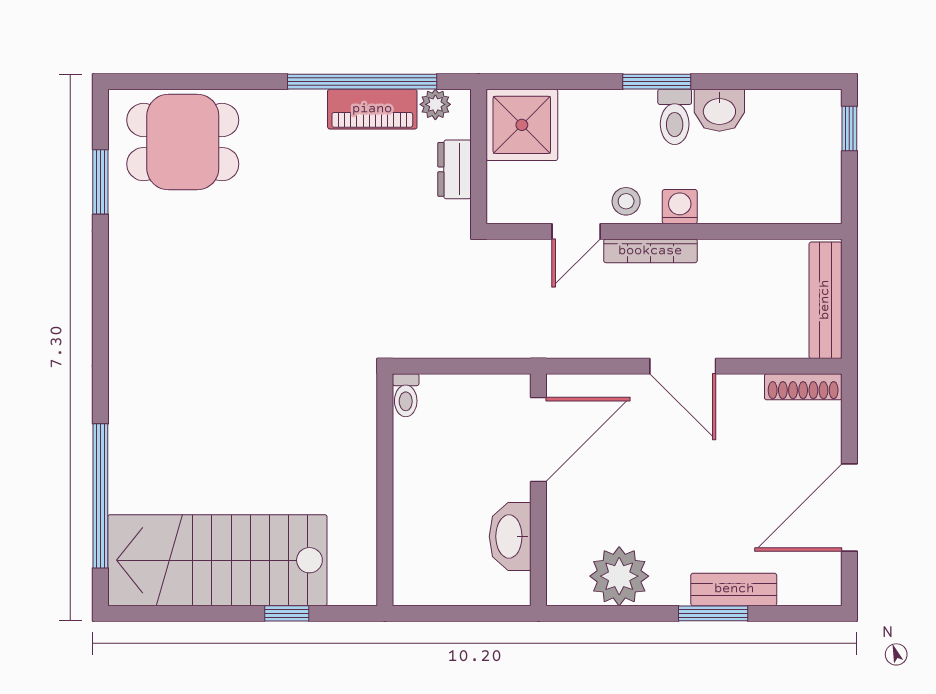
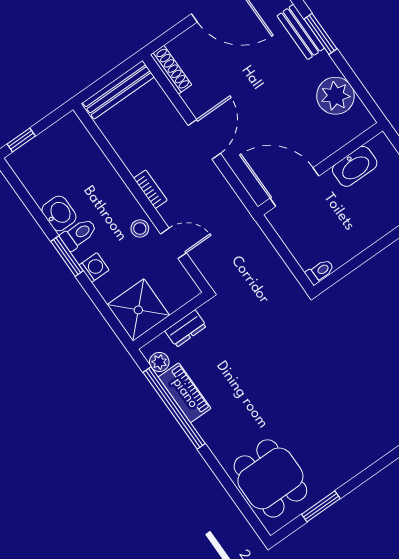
washing machine: (680, 207) -> (94, 267), moved, turned 180
bookcase: (650, 251) -> (150, 189), width x0.64

